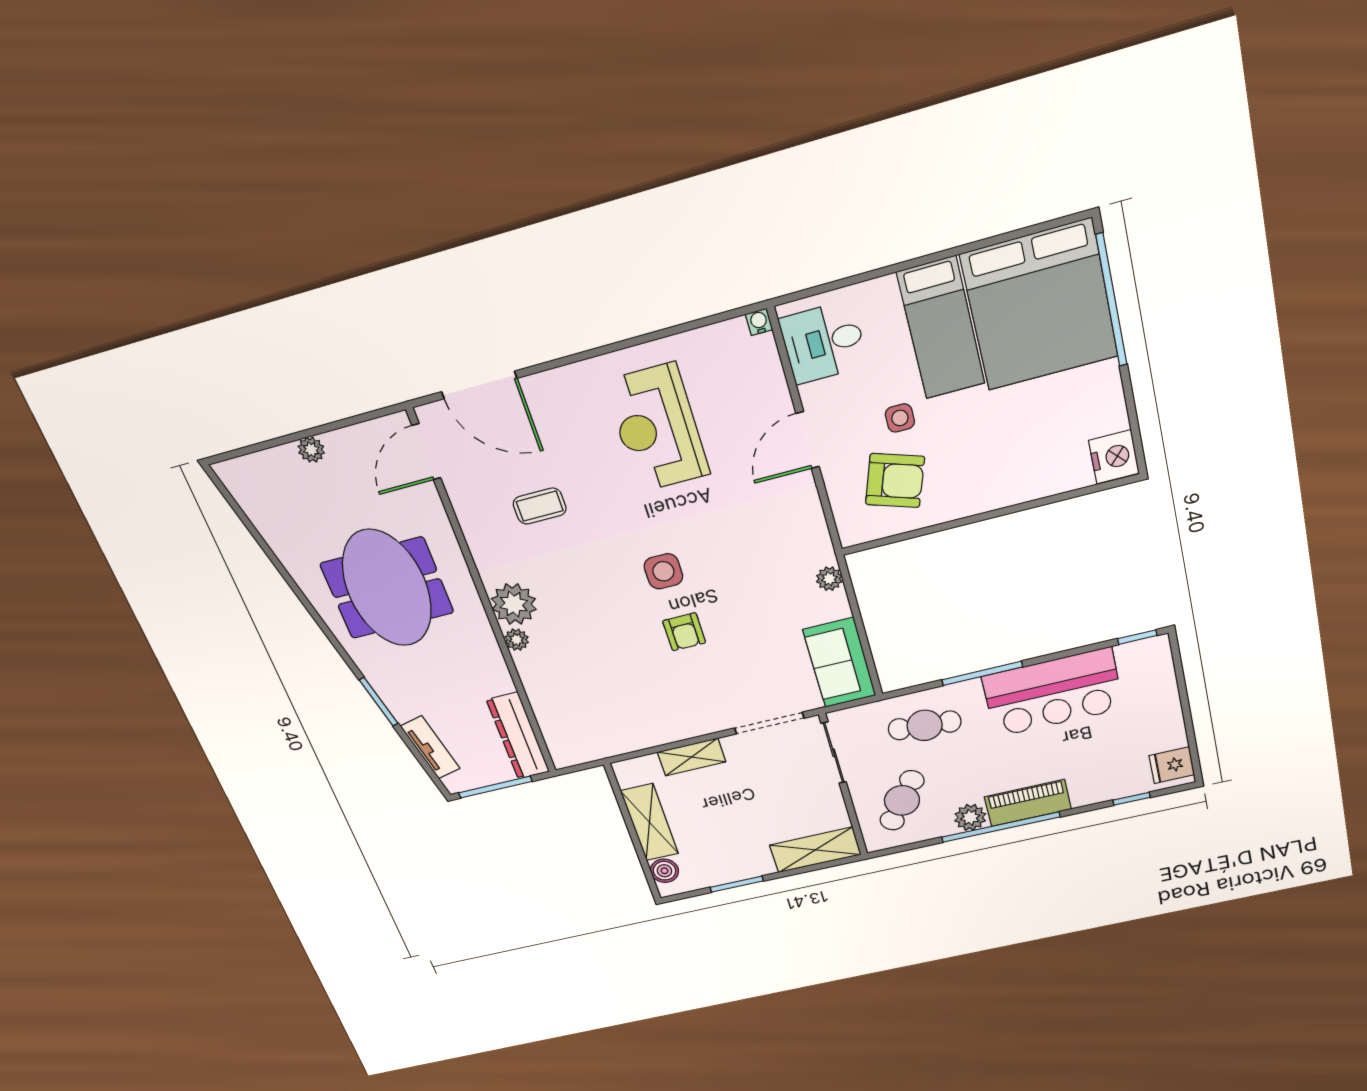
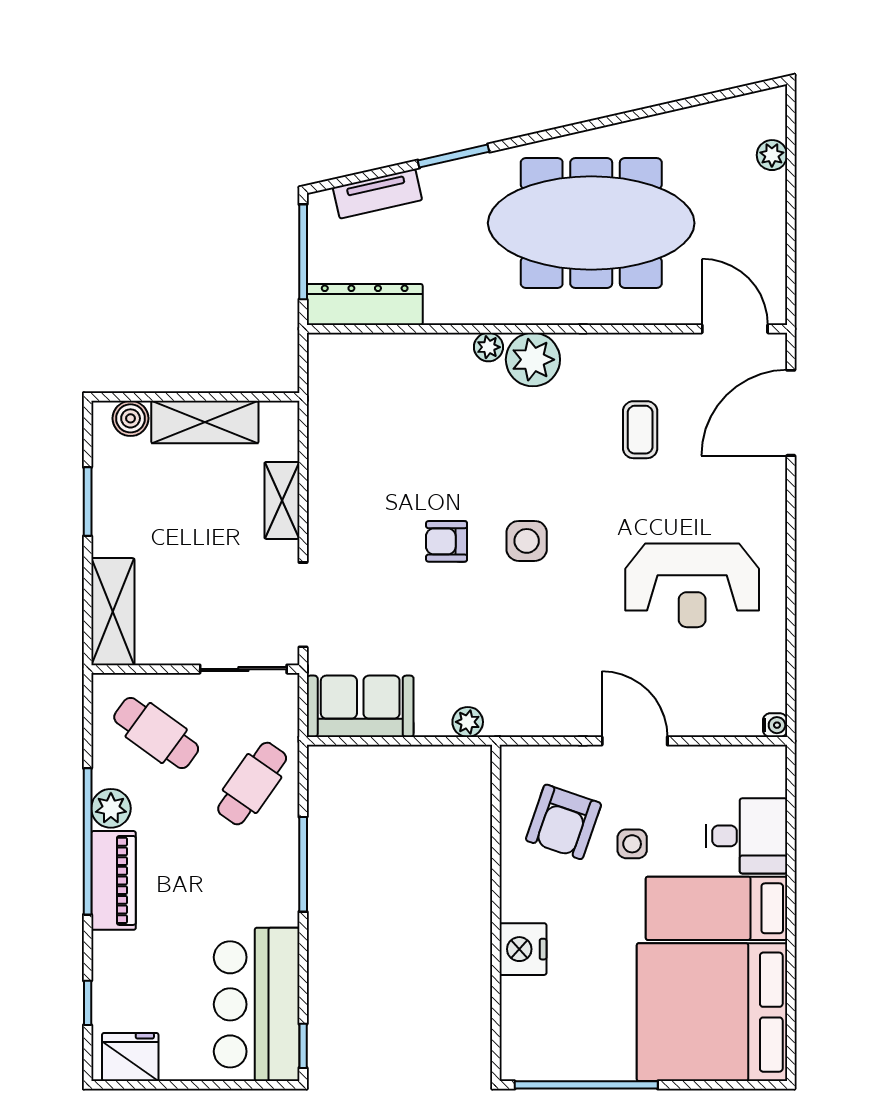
window: (1111, 300) -> (586, 1085), moved
desk: (824, 342) -> (746, 836), moved, turned 90
reception desk: (657, 428) -> (692, 585), turned 180
plant: (311, 450) -> (772, 155), moved
nightstand: (1114, 457) -> (523, 949), moved, turned 90
meeting table: (387, 588) -> (591, 223), width x1.36
bar counter: (1053, 693) -> (257, 1004), moved
cafe table: (925, 725) -> (252, 784), turned 30
fridge: (1172, 765) -> (130, 1057), width x1.38

